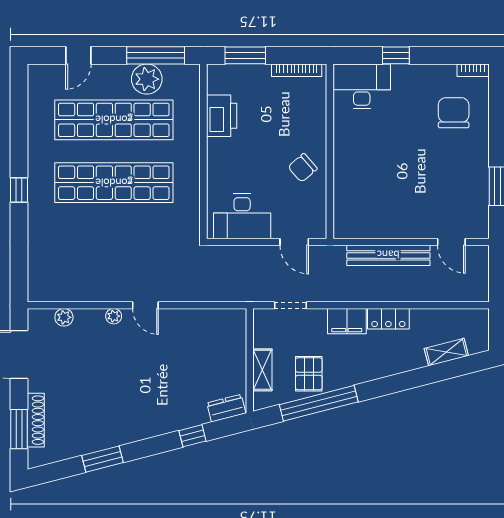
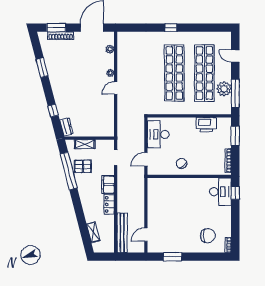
window: (396, 55) -> (235, 193), moved
bench: (388, 255) -> (122, 233), moved

